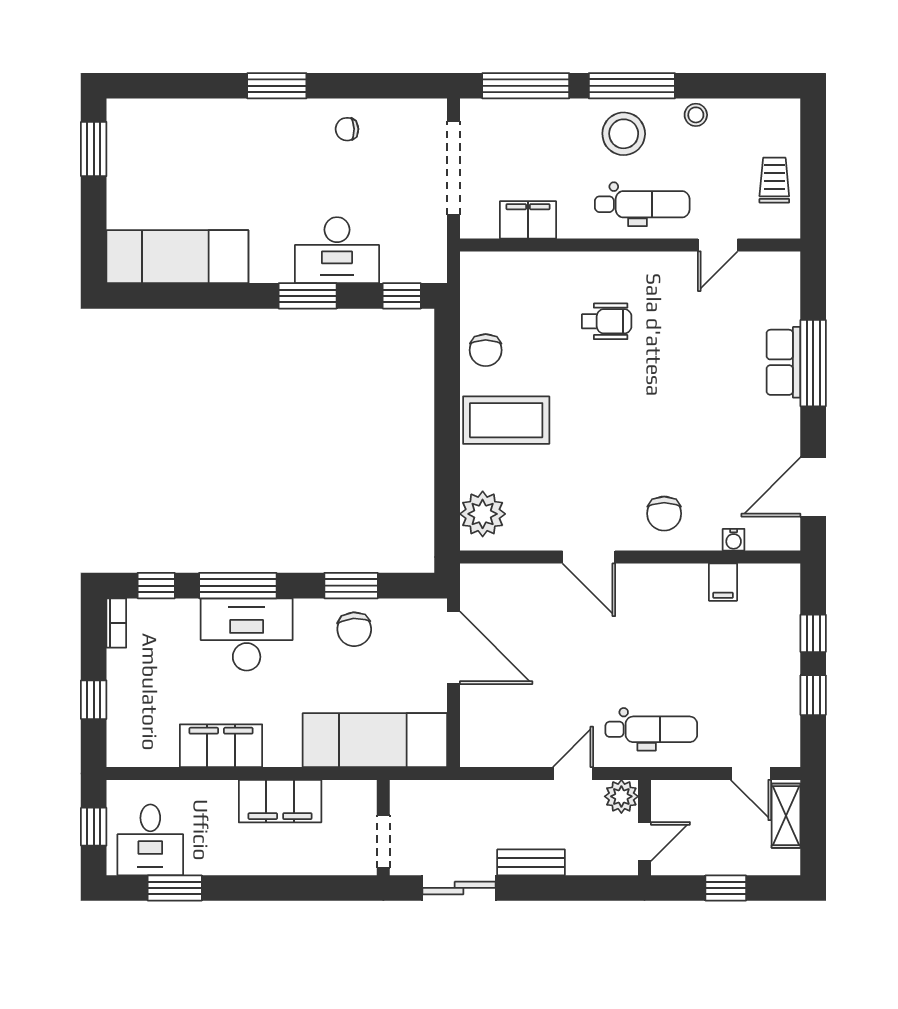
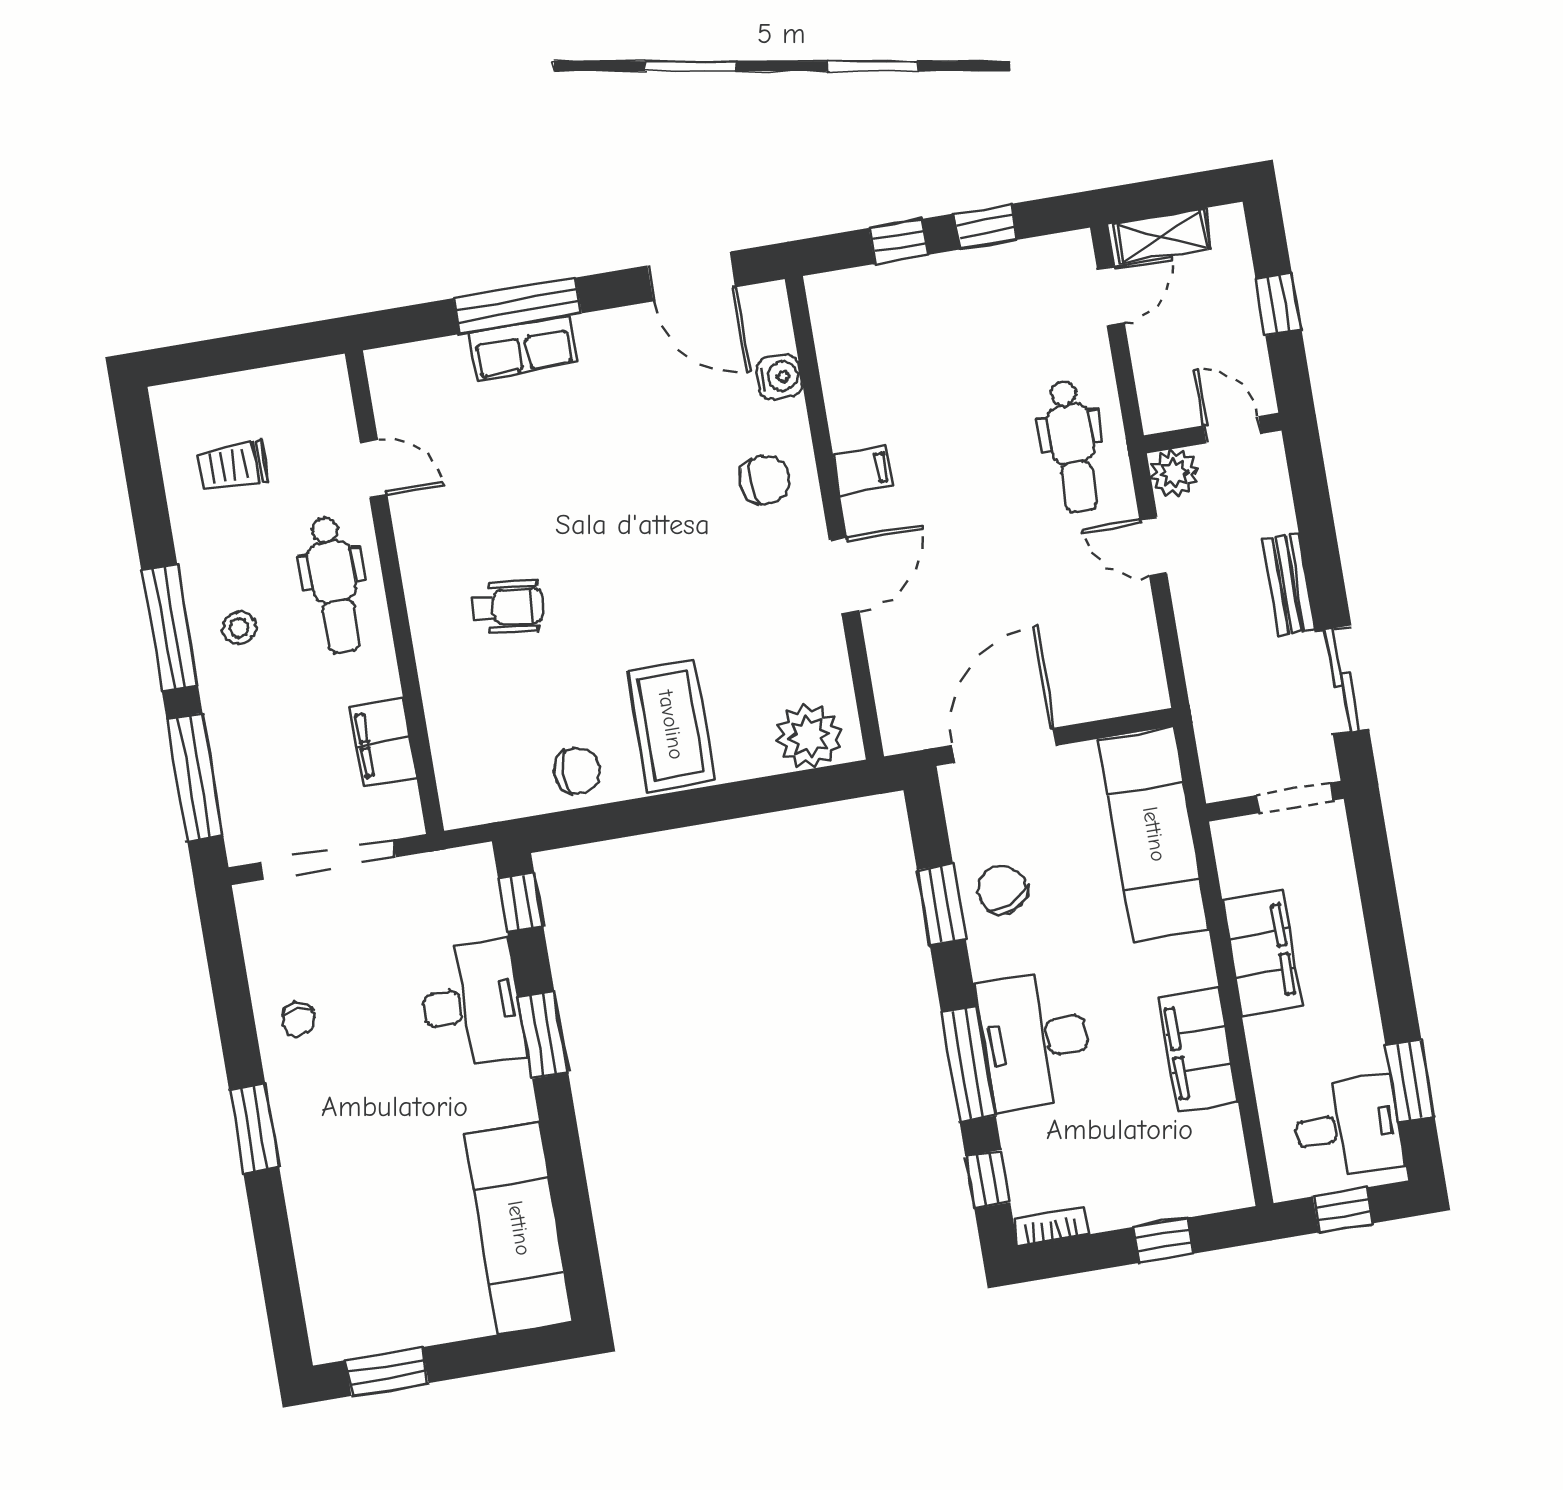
stool: (696, 115) -> (195, 531), removed
stool: (624, 134) -> (239, 628), width x0.53, depth x0.53
trolley: (774, 180) -> (233, 466), moved
dental chair: (642, 204) -> (334, 585), turned 180
wheelchair: (607, 321) -> (508, 607), turned 97
water cooler: (734, 540) -> (780, 377), width x1.38, depth x1.38
filing cabinet: (723, 582) -> (863, 470), moved
chair: (354, 629) -> (1002, 890), turned -109
dental chair: (651, 729) -> (1072, 447), turned 180

